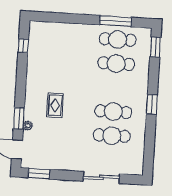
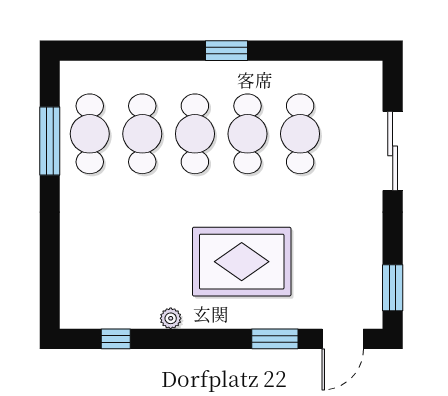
window: (155, 47) -> (101, 51), removed
cafe table: (115, 88) -> (195, 134), added
rug: (55, 105) -> (242, 262), width x1.86, depth x2.06
plant: (28, 126) -> (171, 318), moved

